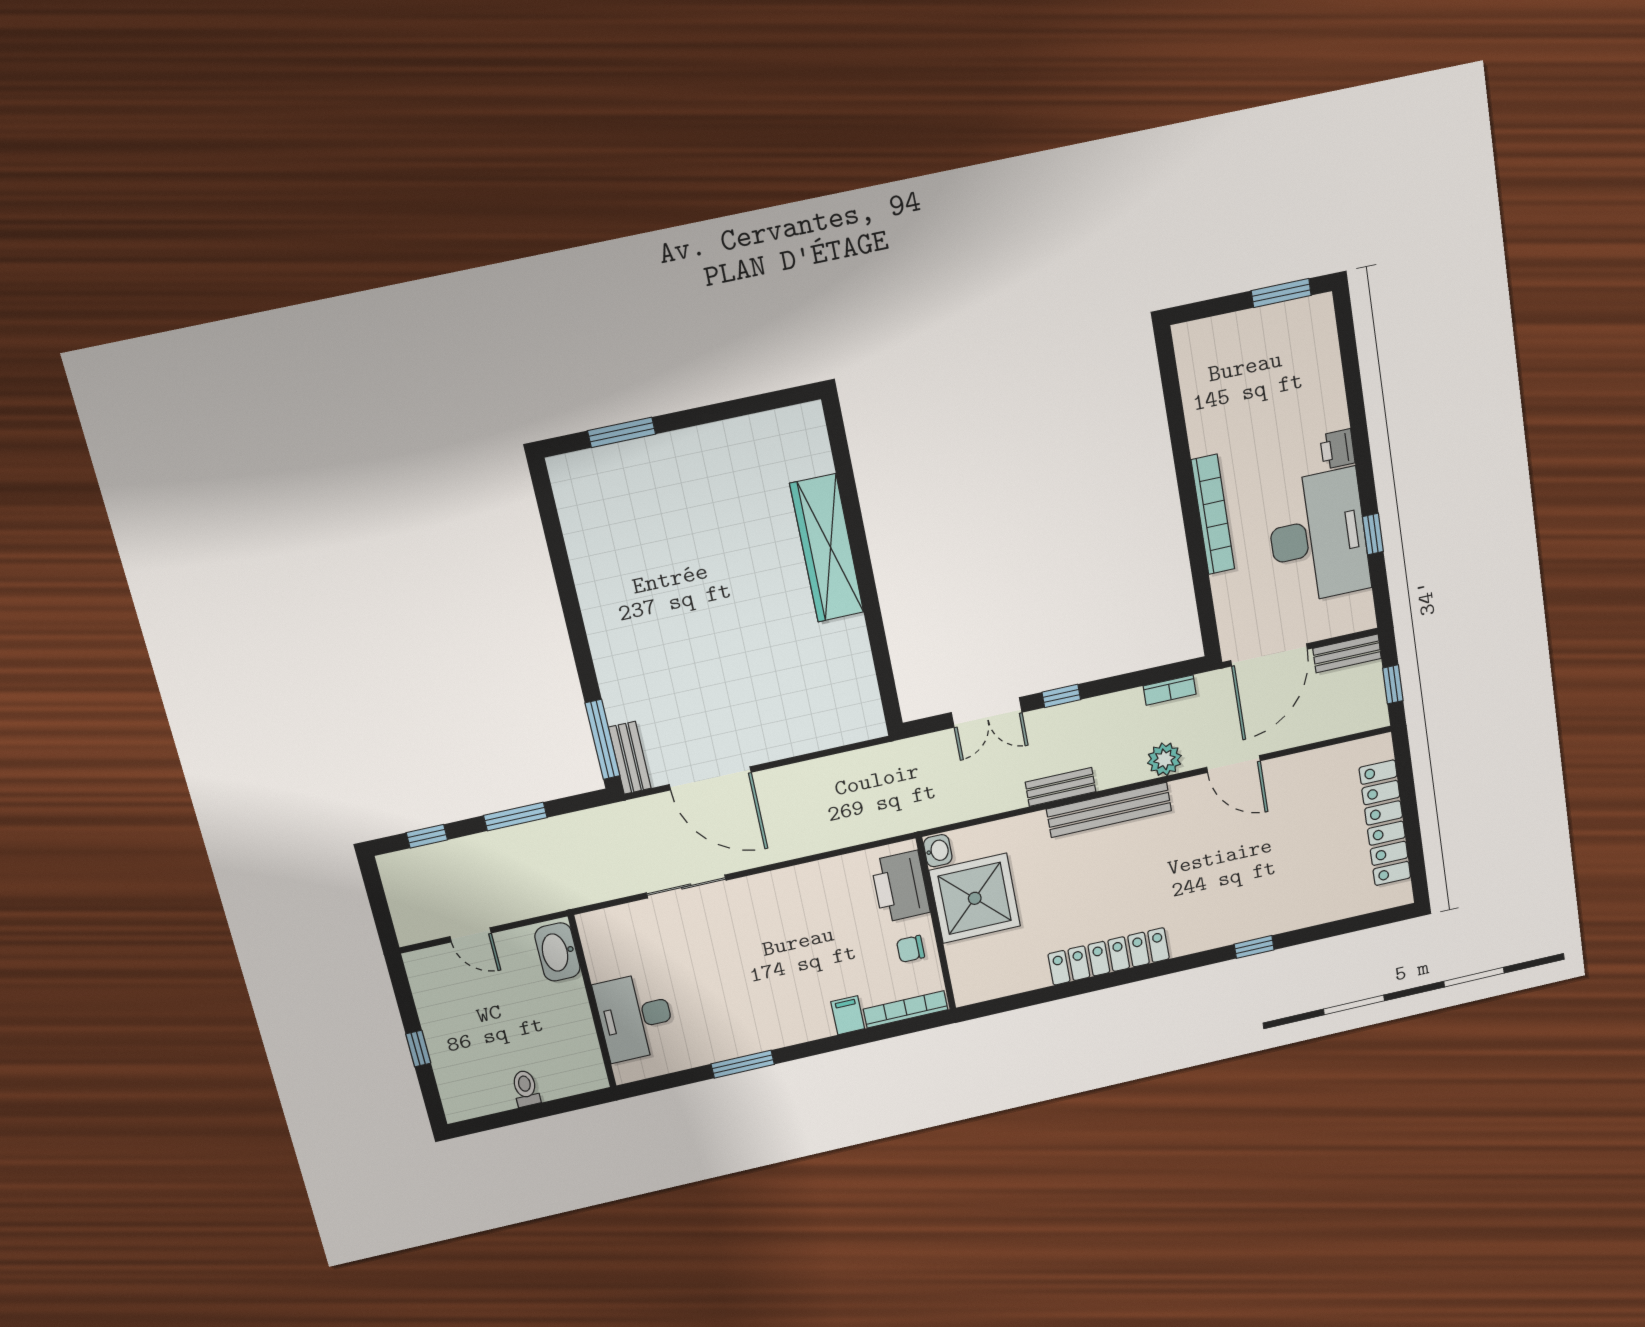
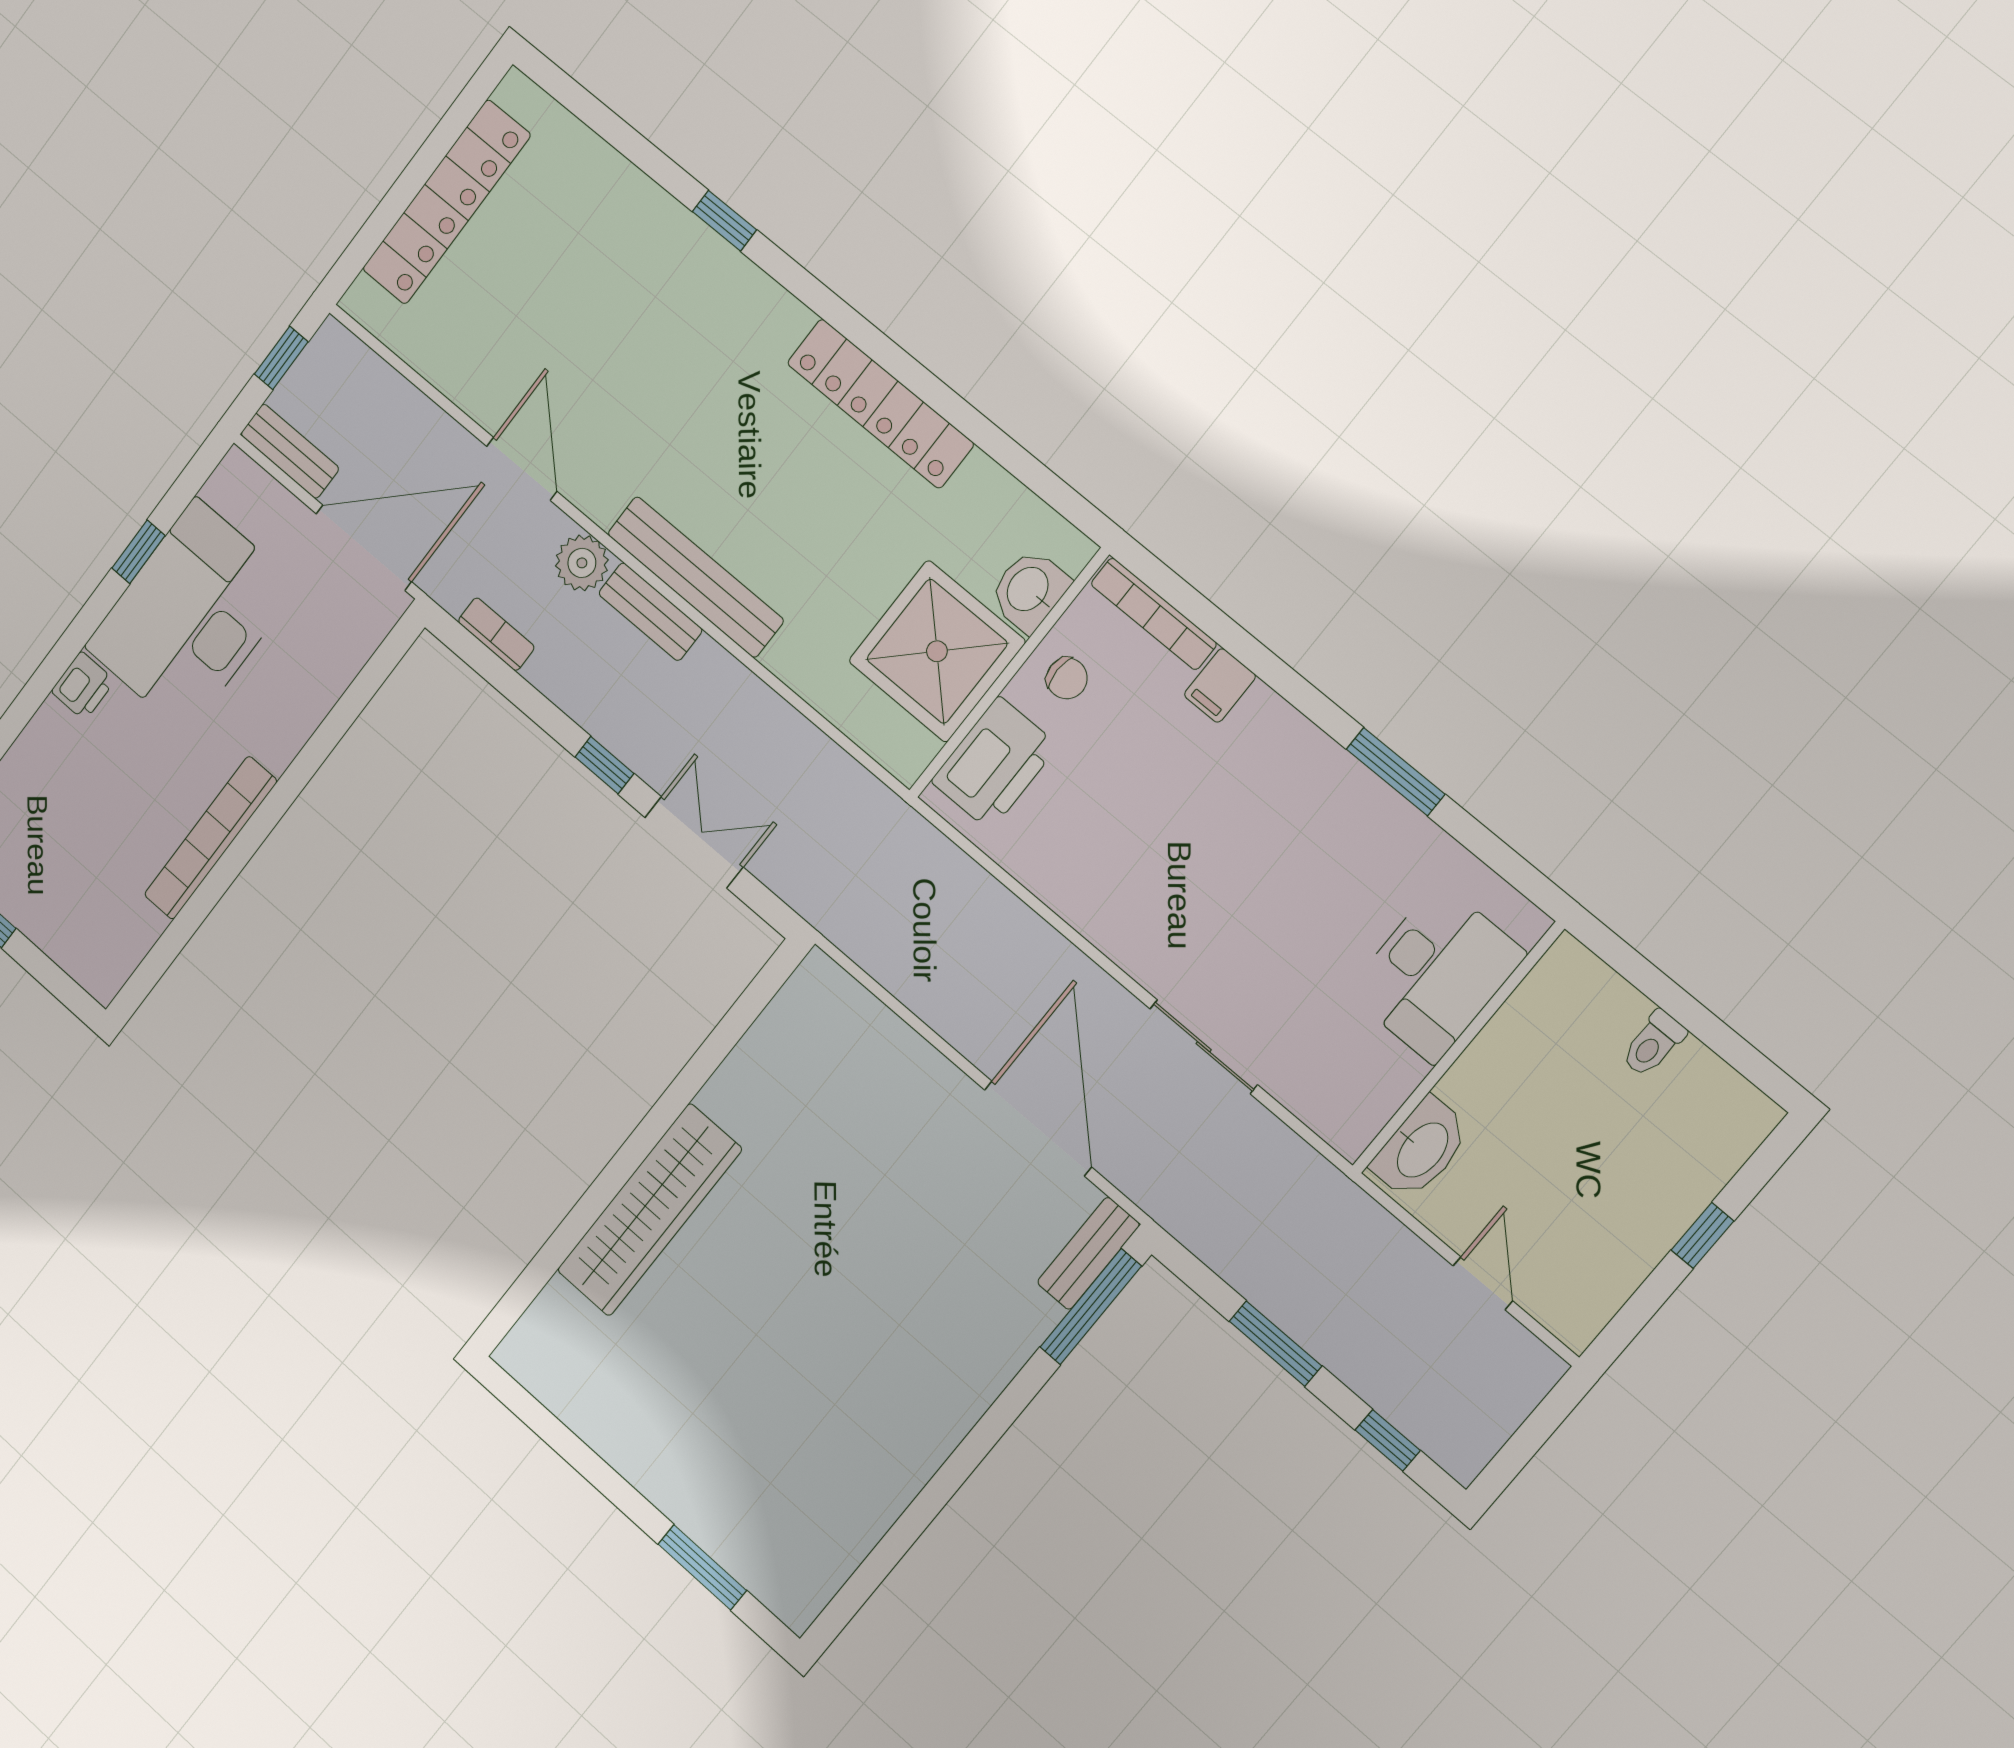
bookcase: (1213, 515) -> (211, 838), moved
bench: (1061, 787) -> (650, 612), moved
washbasin: (938, 851) -> (1029, 590), moved, width x1.38, depth x1.45

